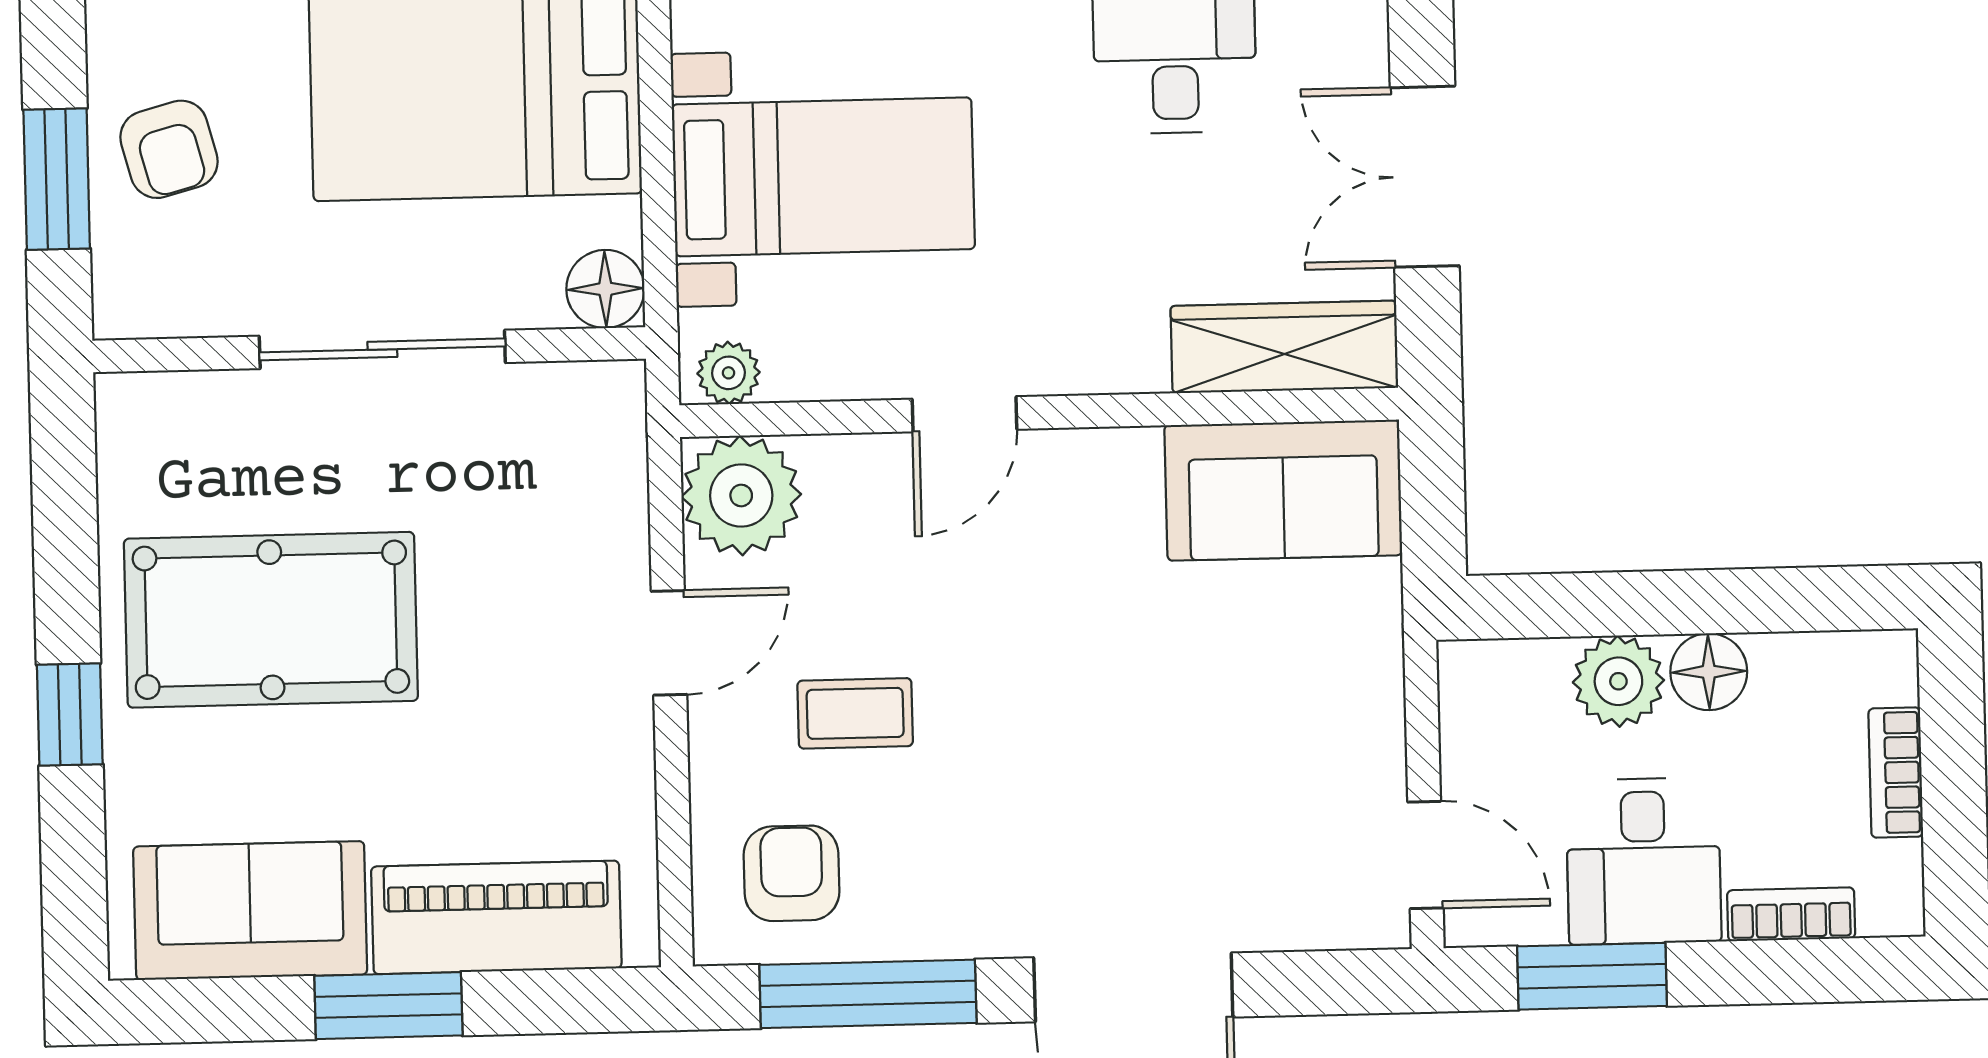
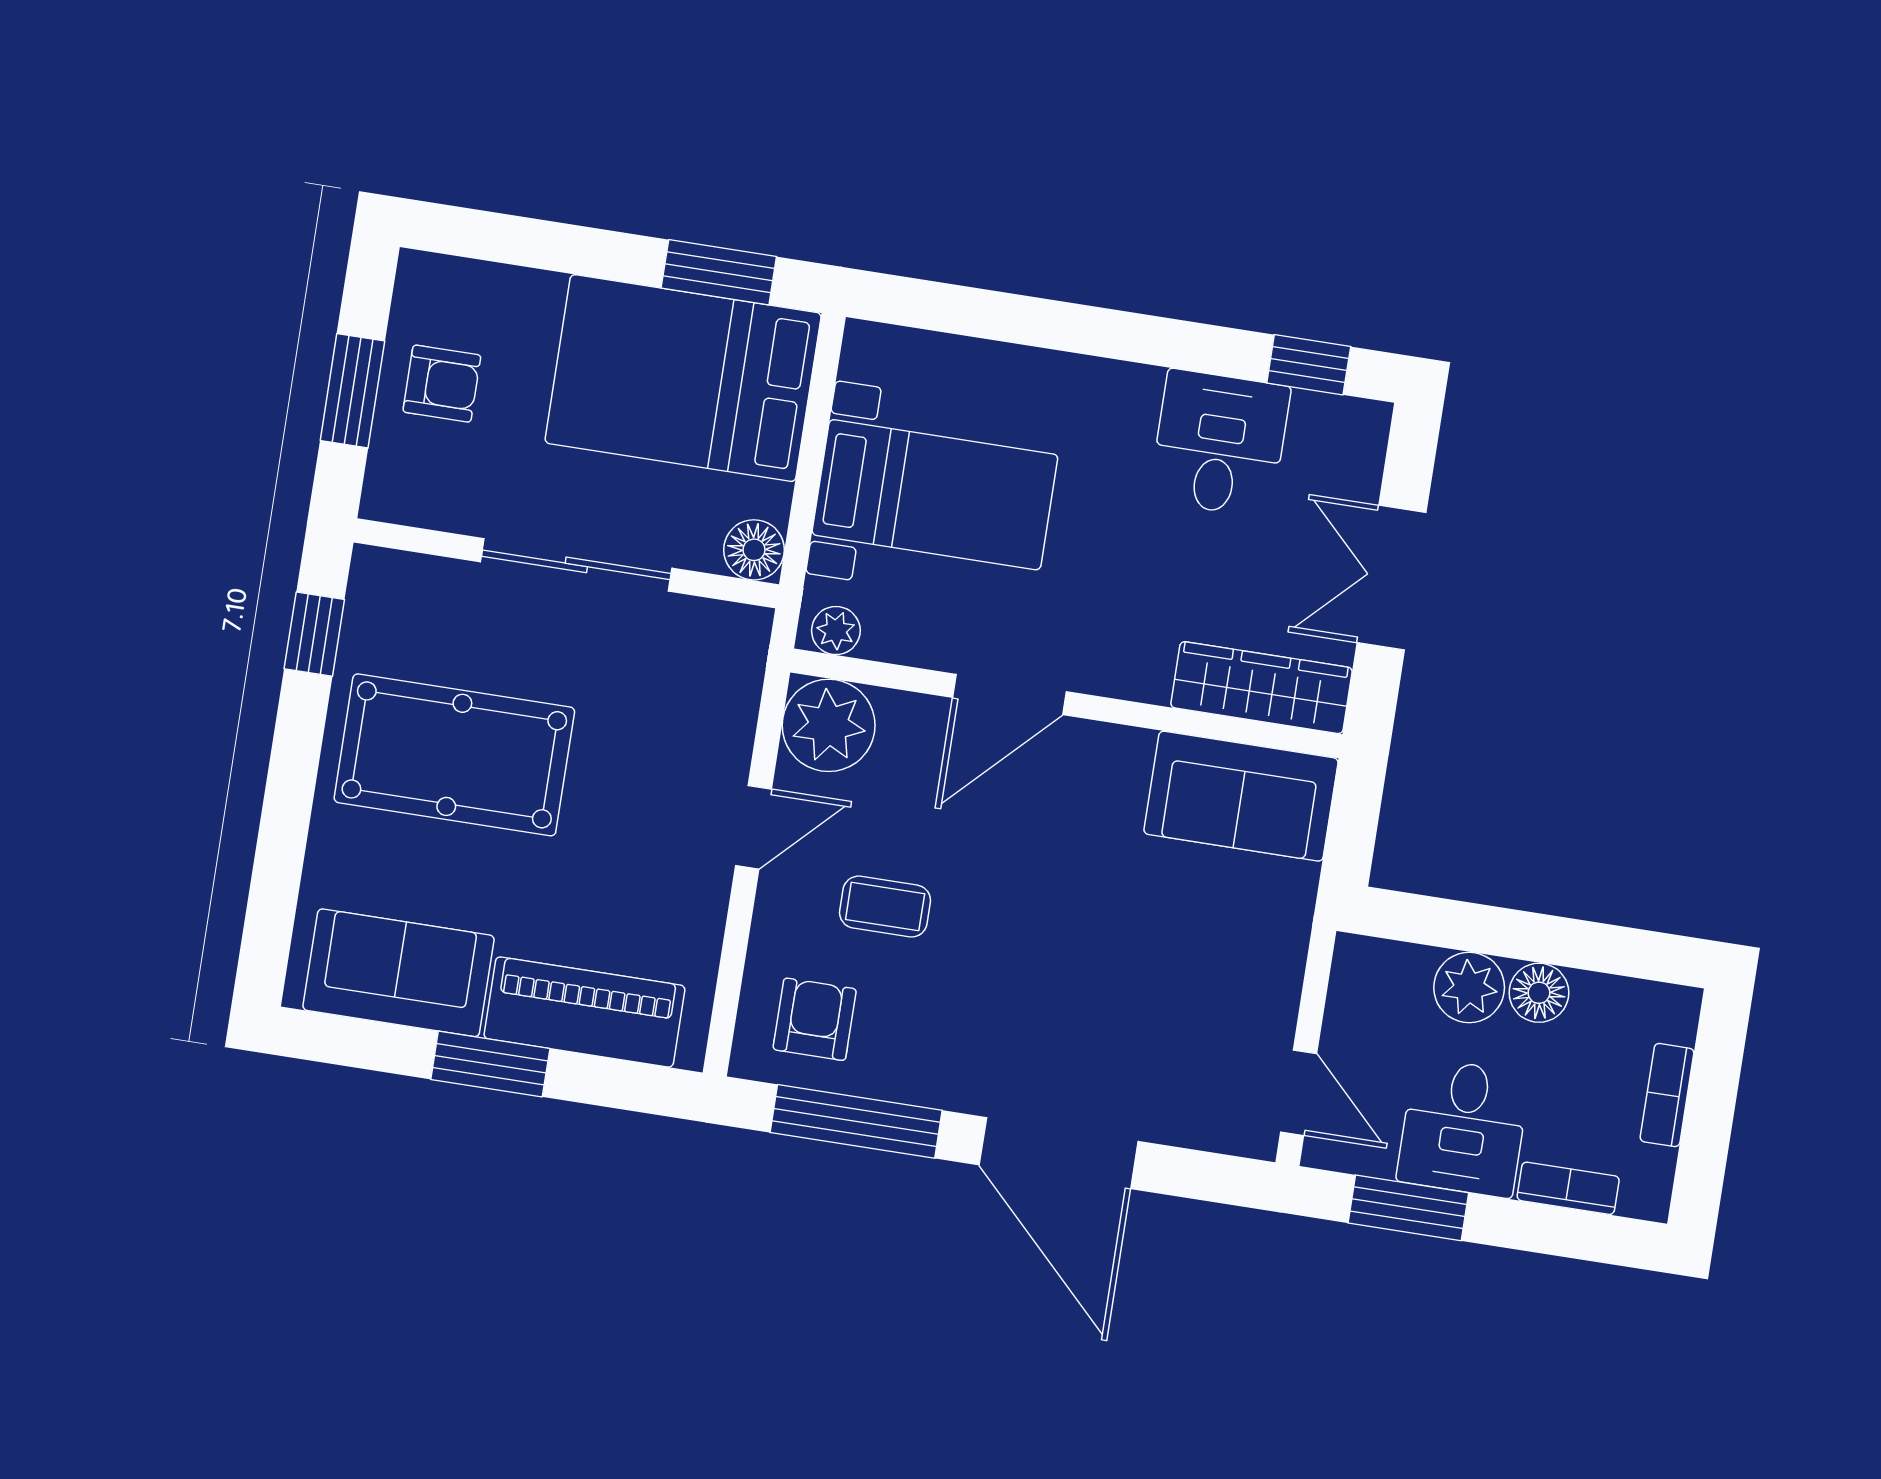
armchair: (169, 149) -> (442, 384), turned -75
door: (964, 414) -> (1009, 695), width x1.38
window: (70, 714) -> (314, 634), moved

